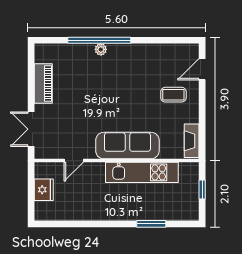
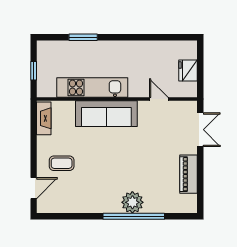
plant: (101, 49) -> (132, 202), width x1.87, depth x1.87
door: (74, 161) -> (159, 99), hinge flipped

